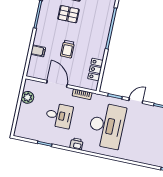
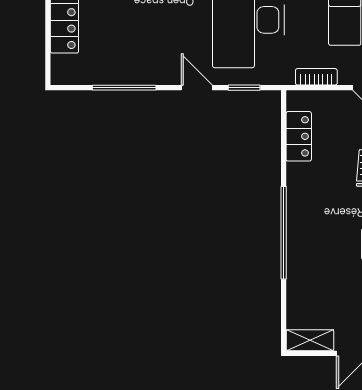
door: (136, 101) -> (197, 88), swing flipped

